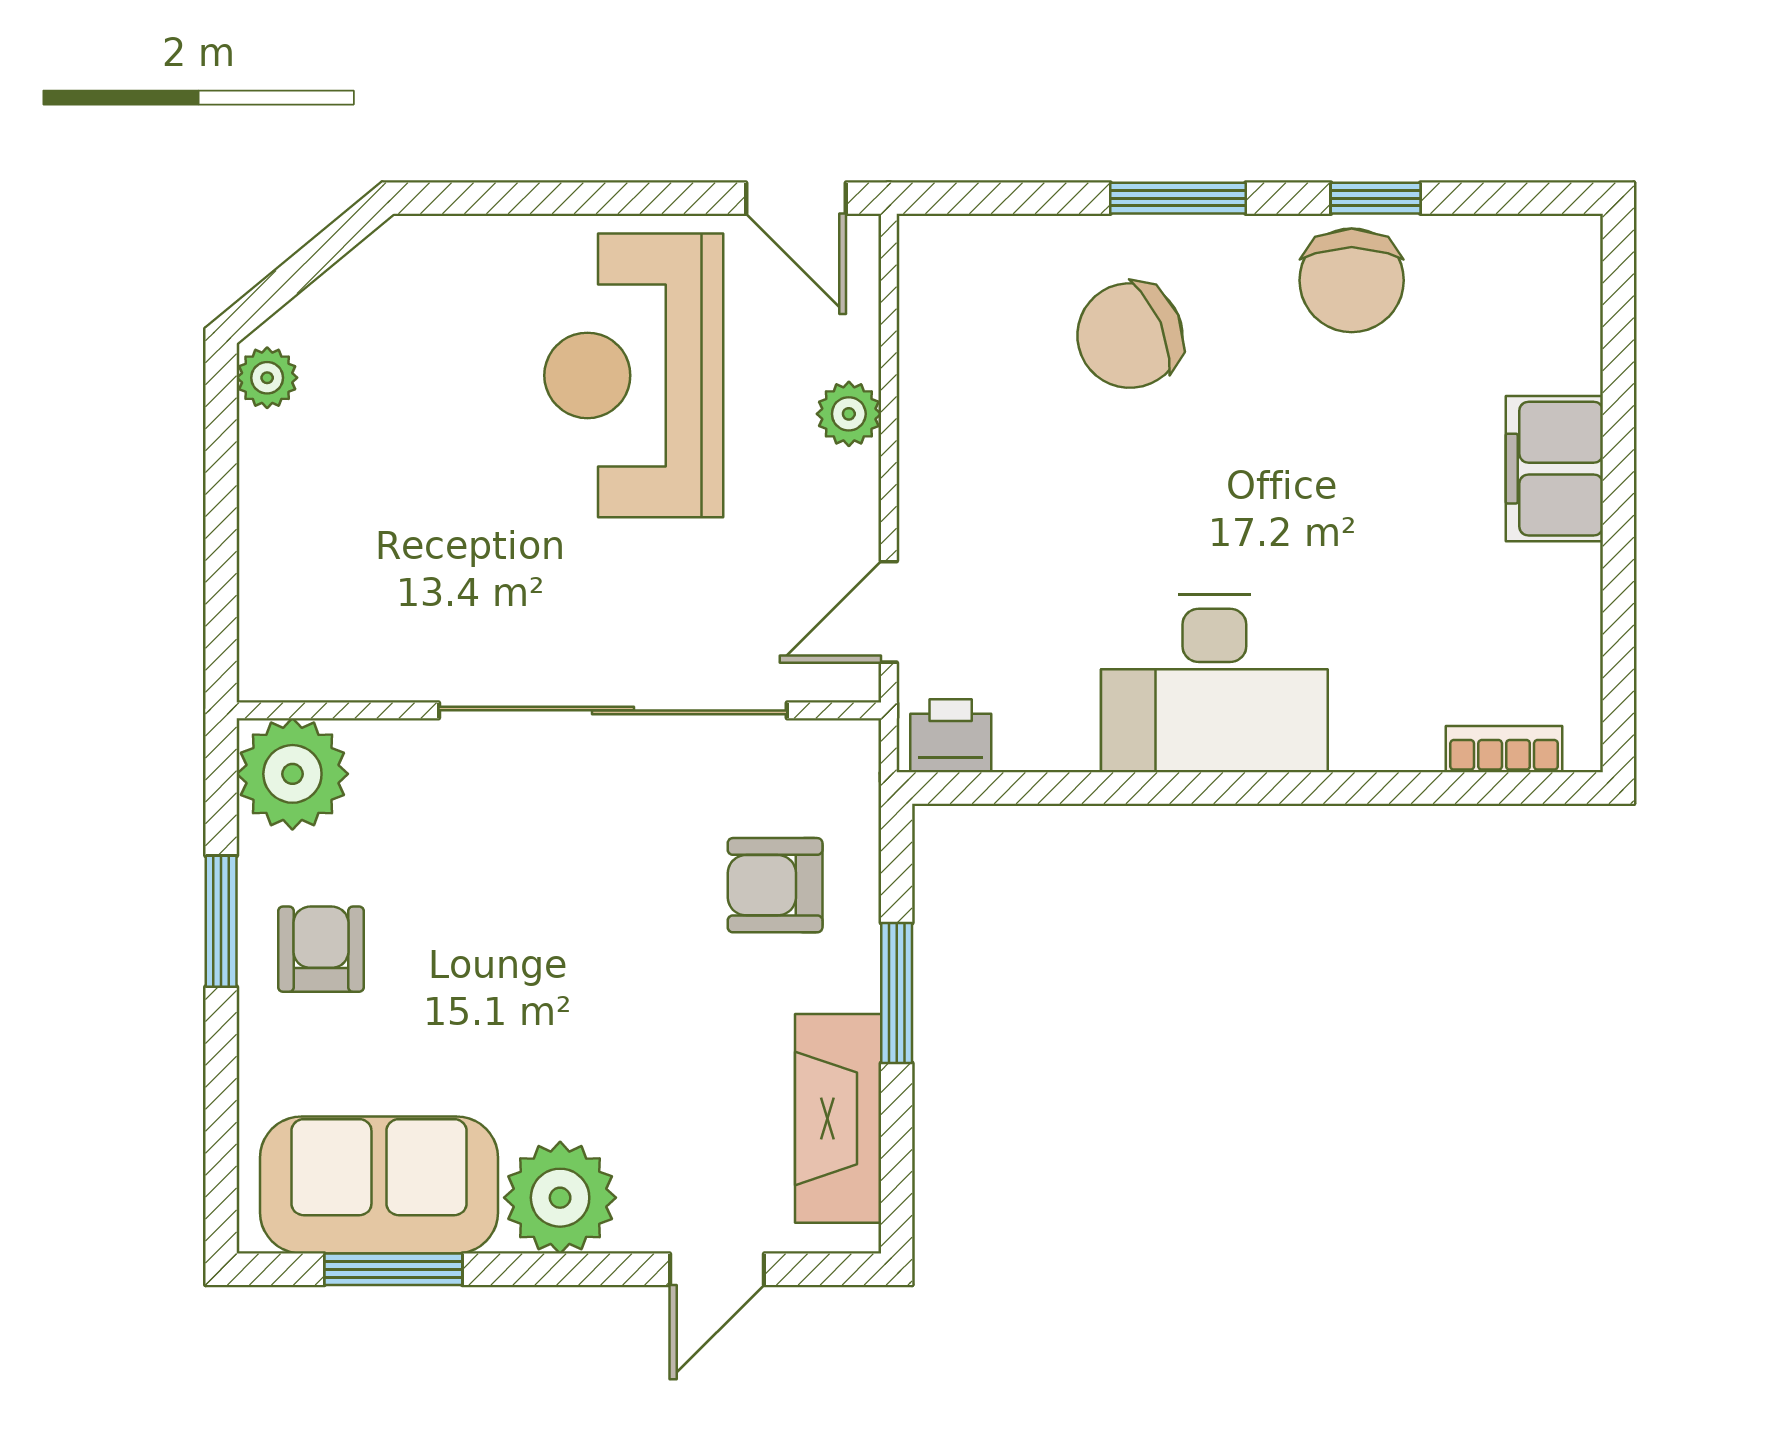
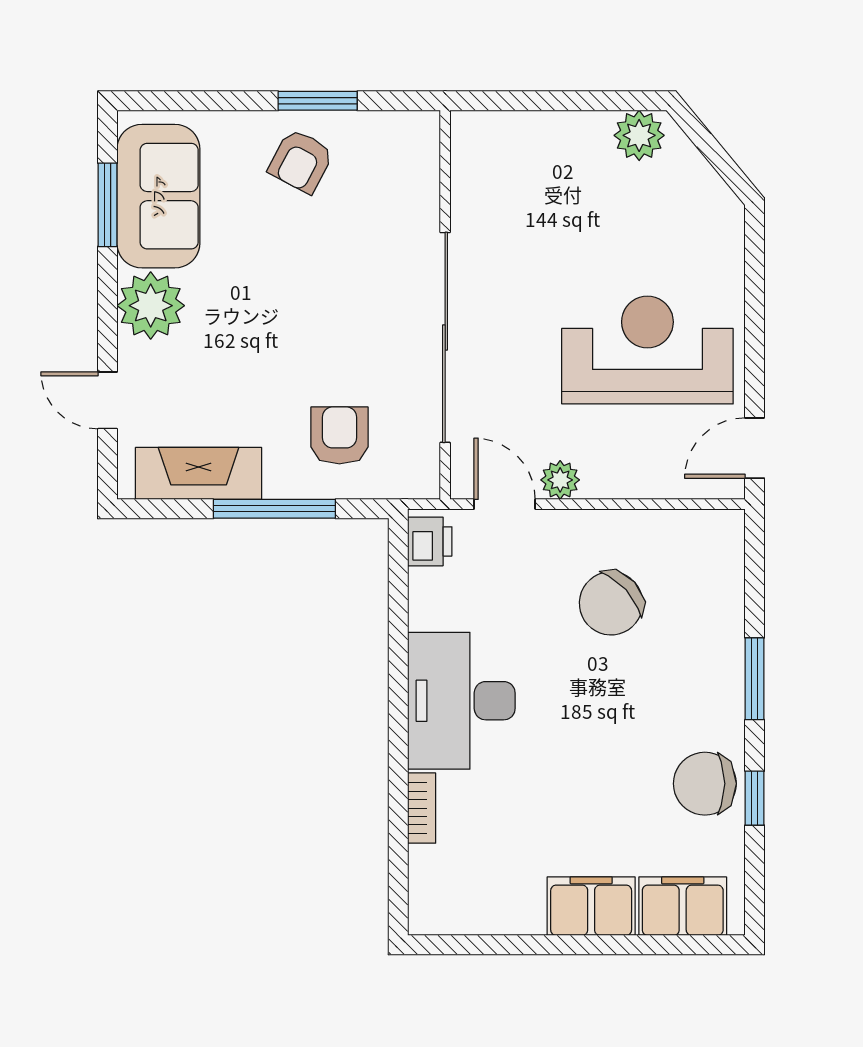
filing cabinet: (1554, 317) -> (683, 906), added
chair: (1130, 335) -> (611, 603), moved, turned -109
plant: (267, 378) -> (639, 135), width x1.38, depth x1.38
plant: (849, 414) -> (560, 480), moved
bookcase: (1504, 749) -> (422, 808), moved
plant: (292, 774) -> (407, 144), removed
armchair: (321, 949) -> (301, 161), turned 118
window: (897, 993) -> (274, 509), width x1.44

